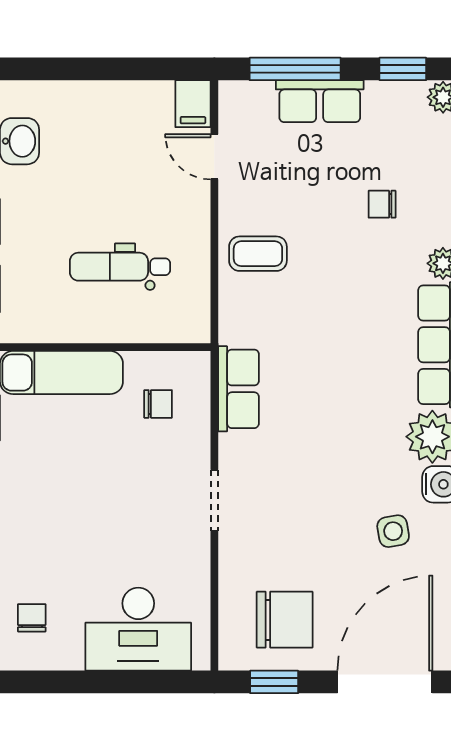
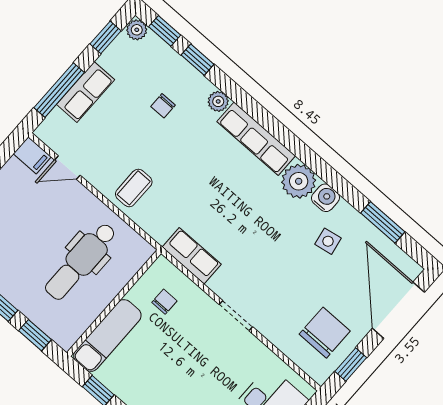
dental chair: (120, 267) -> (81, 261), width x1.36, depth x1.38

